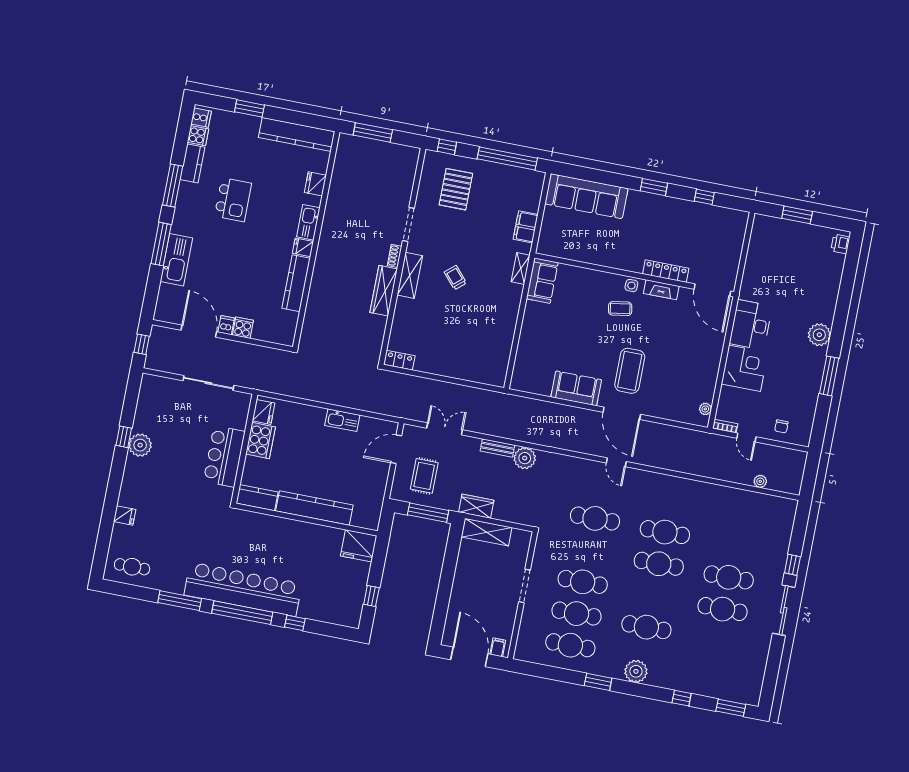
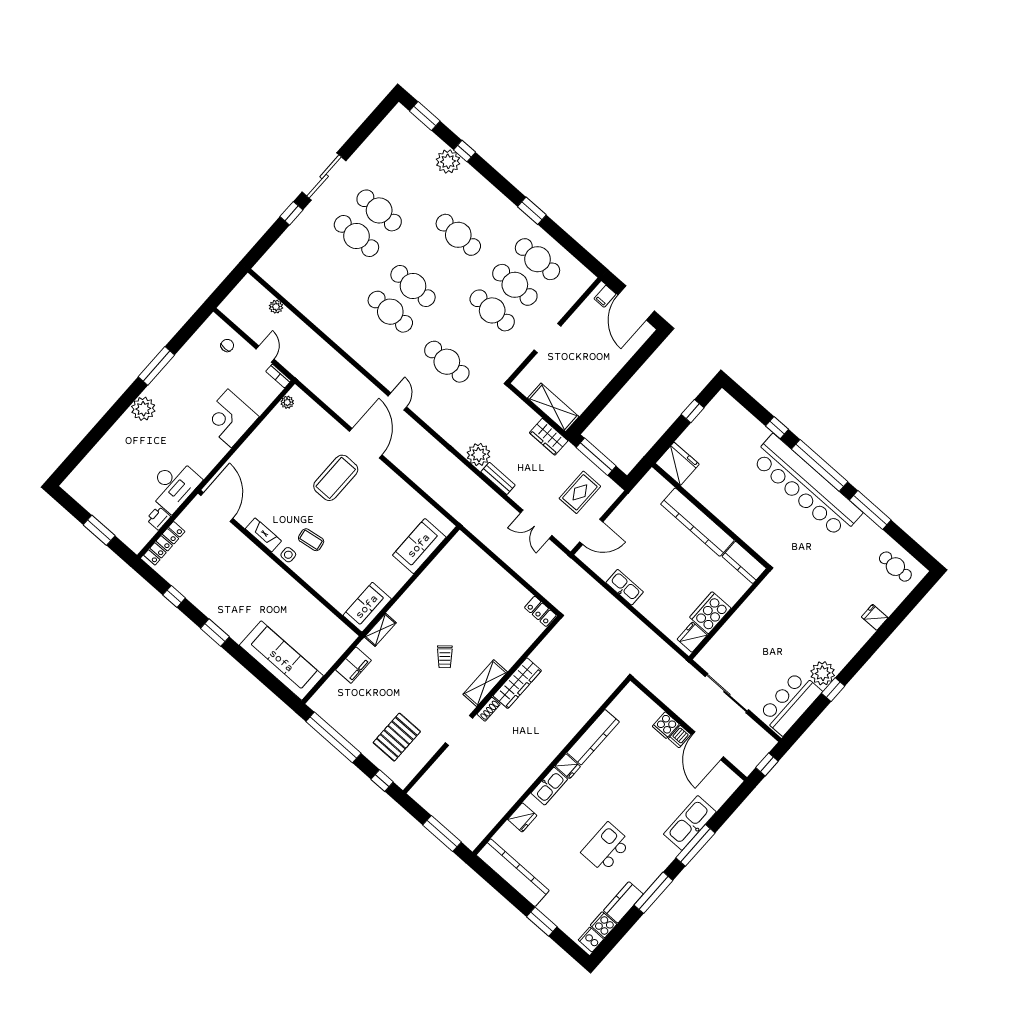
printer: (840, 244) -> (158, 518), moved, turned 180
locker: (666, 271) -> (164, 543), moved, turned -90
desk: (751, 325) -> (174, 485), moved
sofa: (576, 388) -> (419, 546), moved, turned 90
bar counter: (224, 456) -> (790, 703), moved, turned 180
plant: (636, 671) -> (448, 161), moved

